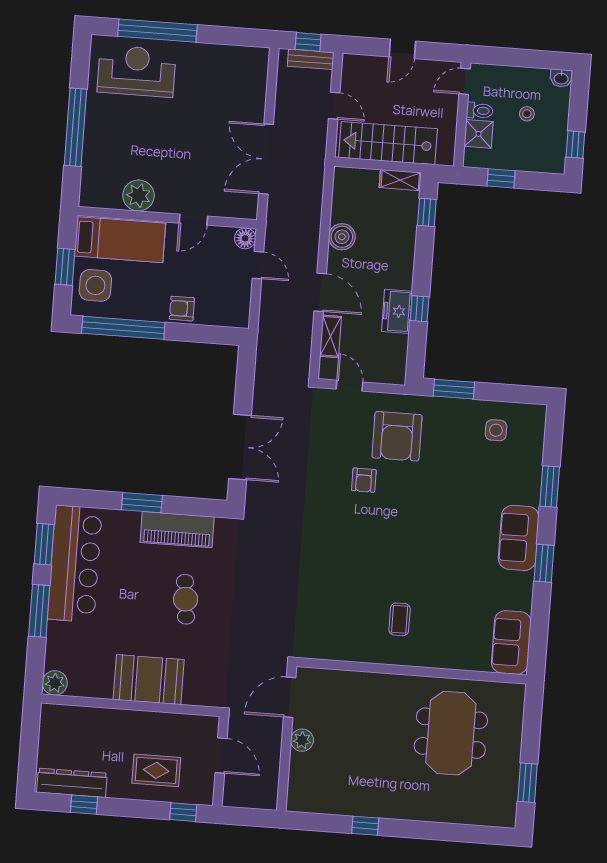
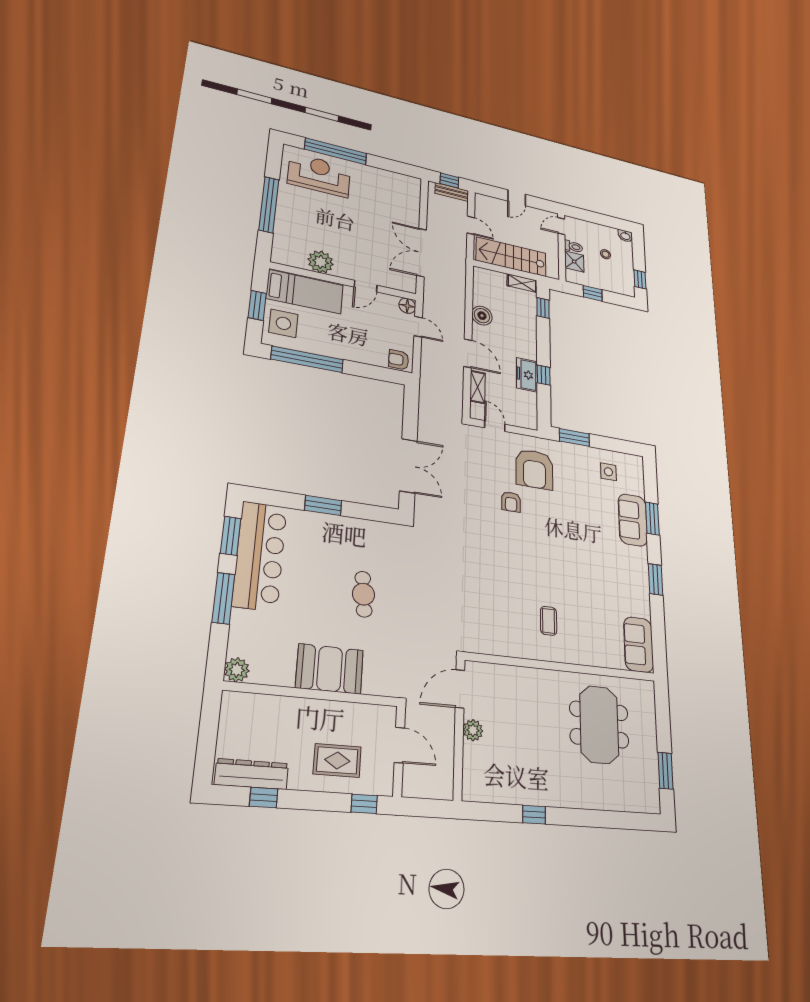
armchair: (182, 309) -> (399, 360), moved
piano: (177, 530) -> (355, 531), removed
sofa: (519, 538) -> (633, 520), moved

